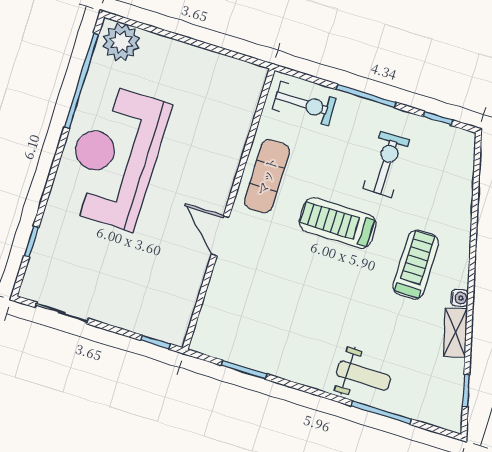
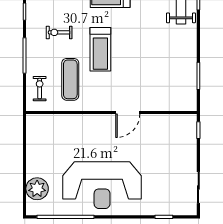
plant: (121, 42) -> (37, 189), moved
exercise bike: (304, 104) -> (40, 89), width x0.73, depth x0.72
exercise bike: (386, 164) -> (59, 32), width x0.73, depth x0.72
exercise mat: (267, 176) -> (70, 79), moved, turned 90

